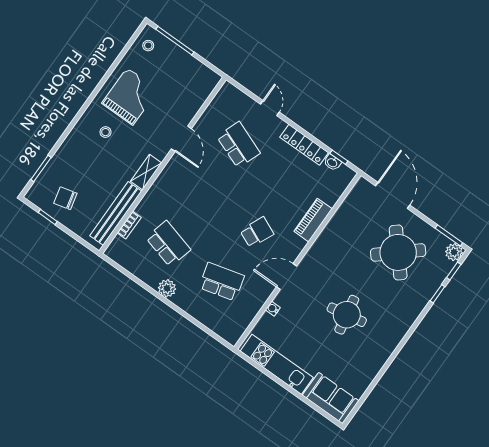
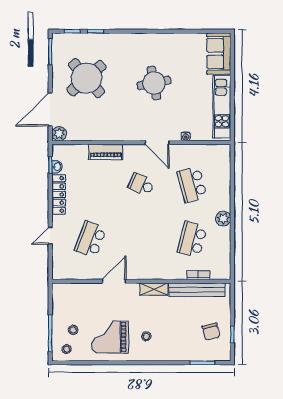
stool: (162, 65) -> (73, 330), added
plant: (454, 252) -> (59, 134), moved

